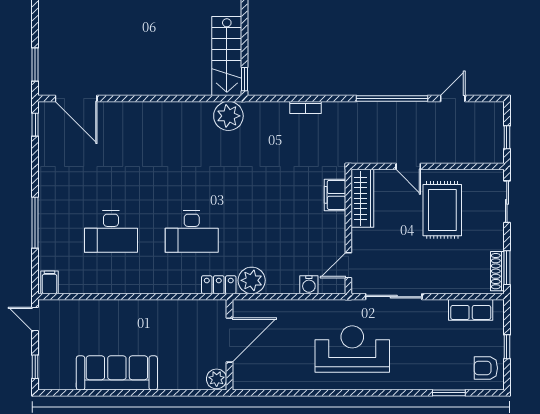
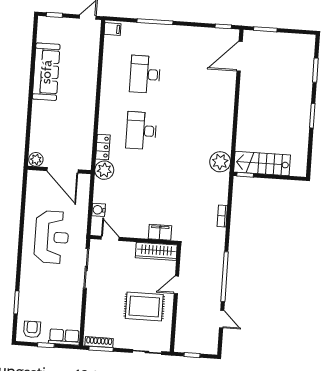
row of seats: (471, 310) -> (64, 337), moved, turned 90
door: (229, 340) -> (63, 170), moved
wall: (229, 345) -> (59, 170), moved
plant: (217, 379) -> (36, 159), moved

